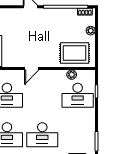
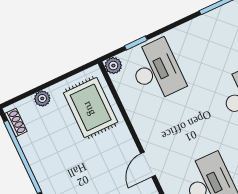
door: (32, 69) -> (148, 165), swing flipped
plant: (72, 75) -> (113, 66), moved

